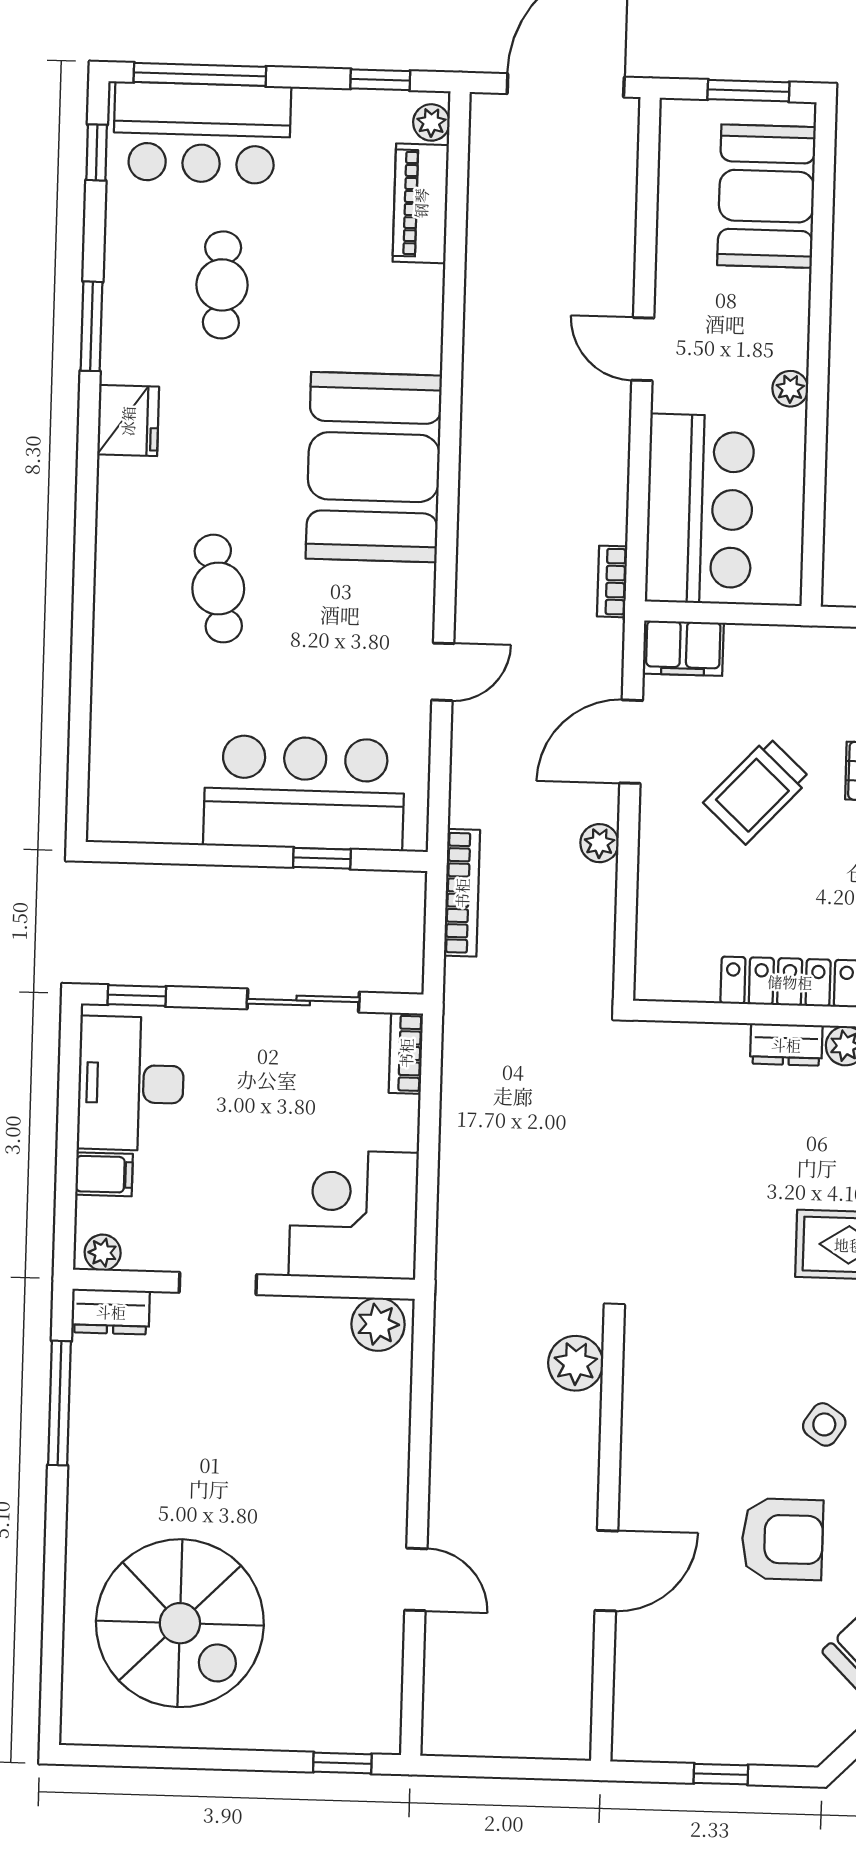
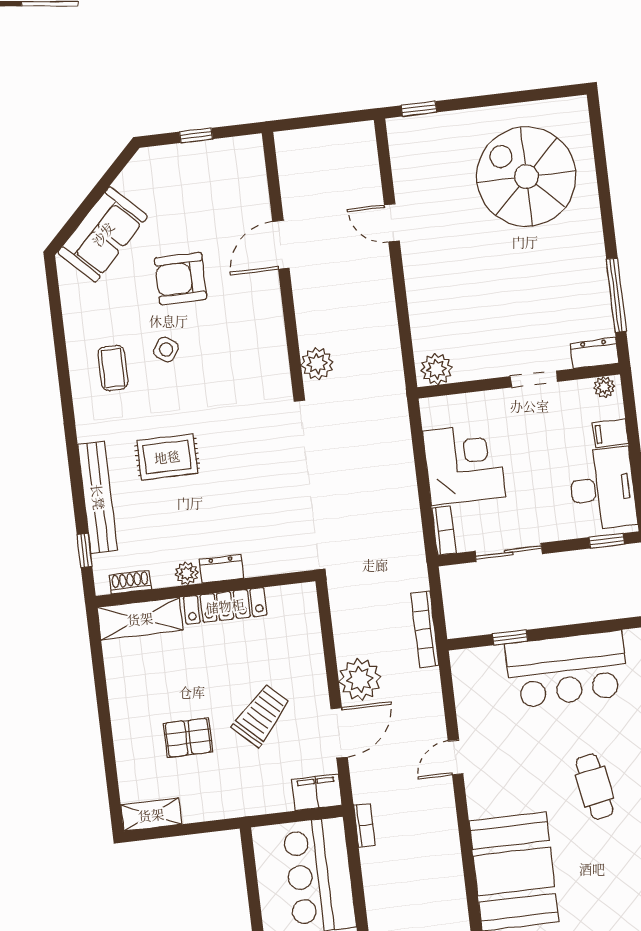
bar counter: (304, 793) -> (567, 669), moved
plant: (599, 843) -> (360, 679), width x1.88, depth x1.88
corner desk: (354, 1214) -> (464, 464), moved, turned -90

